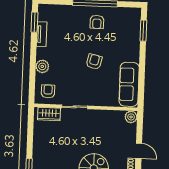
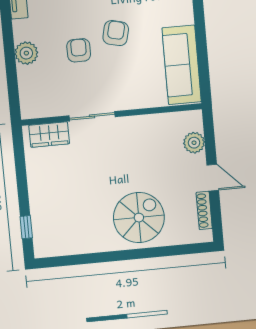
armchair: (48, 91) -> (79, 50), moved
plant: (131, 117) -> (194, 143), moved

